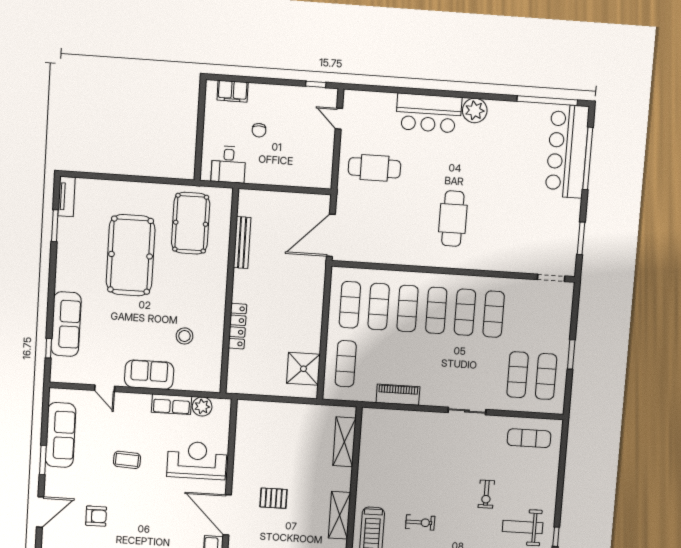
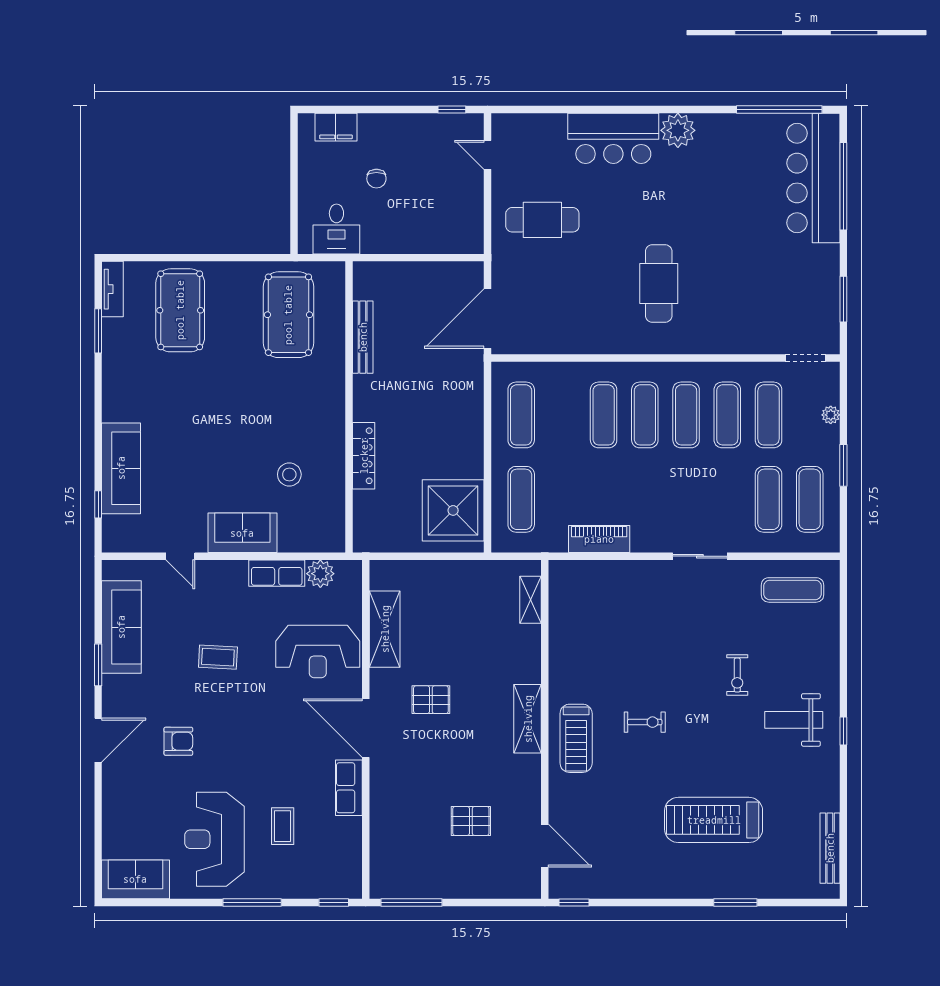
pool table: (131, 255) -> (180, 310), moved, width x0.73, depth x0.76
exercise mat: (379, 307) -> (769, 415), moved
plant: (565, 319) -> (831, 415), added
shower: (303, 369) -> (453, 510), width x1.37, depth x1.37
shelving: (344, 442) -> (531, 600), width x0.67, depth x0.75
shelving: (244, 448) -> (385, 629), added
reception desk: (197, 460) -> (318, 652), turned 180

